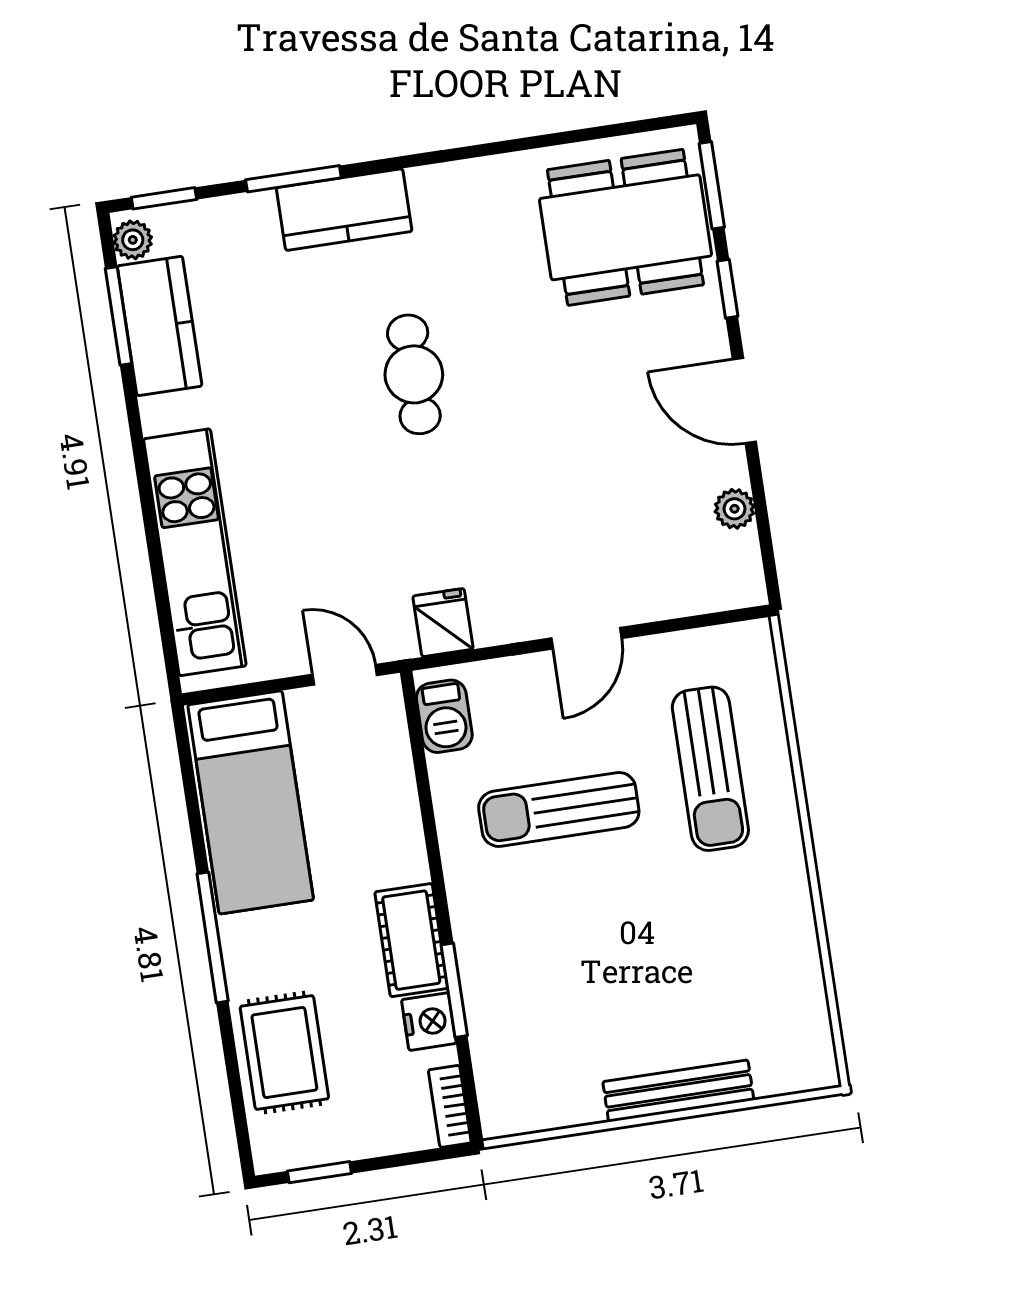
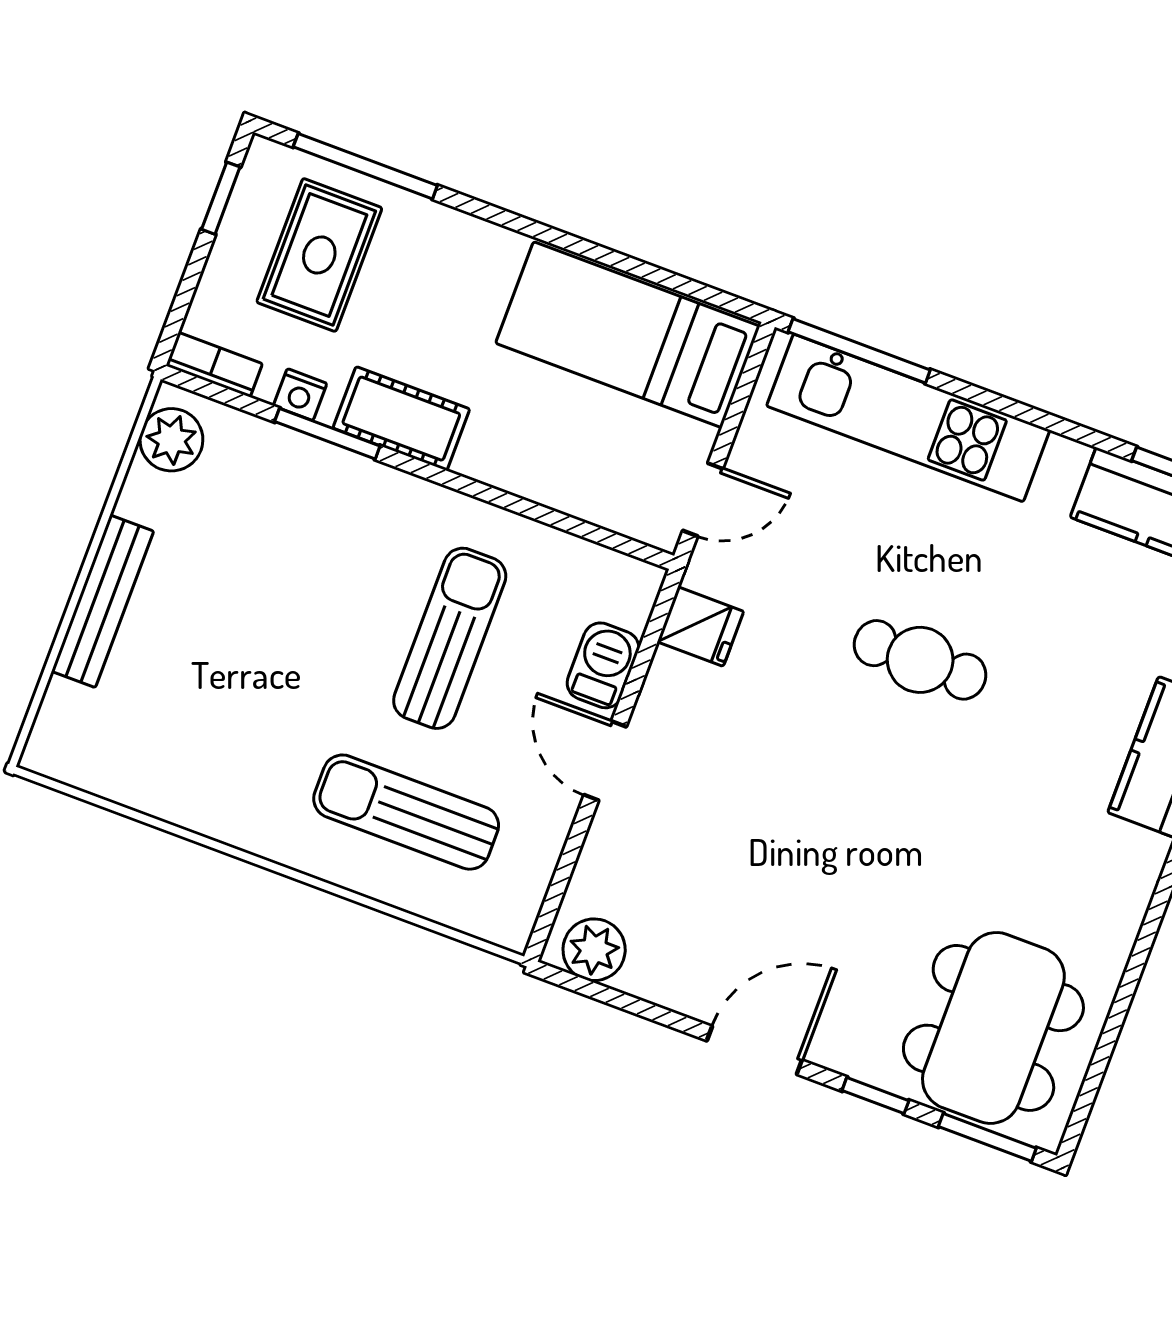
cafe table: (414, 374) -> (920, 660), moved
plant: (735, 509) -> (594, 950), moved, width x1.38, depth x1.38
window: (164, 618) -> (859, 351), added
barbecue: (444, 716) -> (603, 665), moved, turned 90
window: (213, 937) -> (365, 166), moved
nightstand: (429, 1022) -> (300, 395), width x0.72, depth x0.74
rug: (284, 1052) -> (319, 255), moved, turned 90
plant: (525, 1107) -> (171, 440), added

